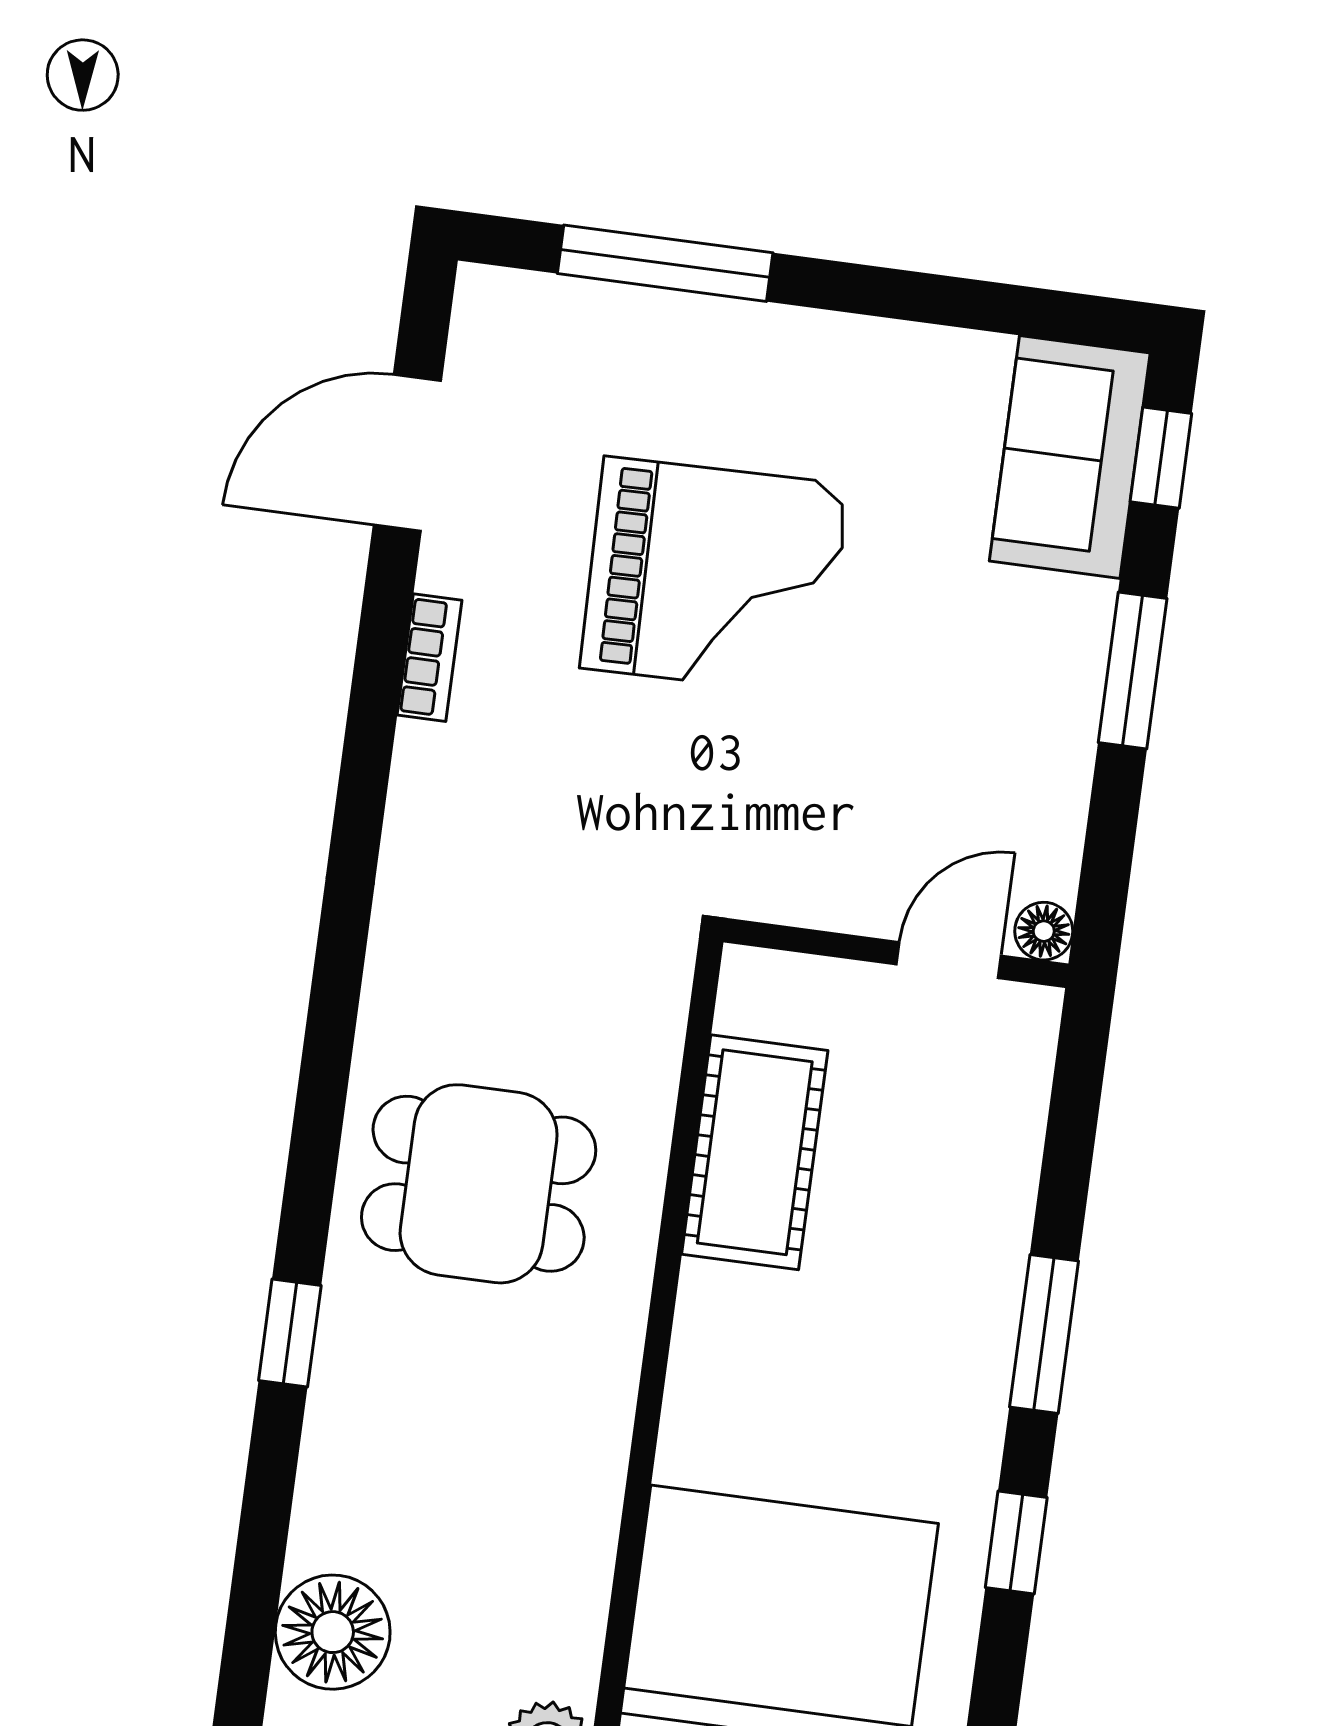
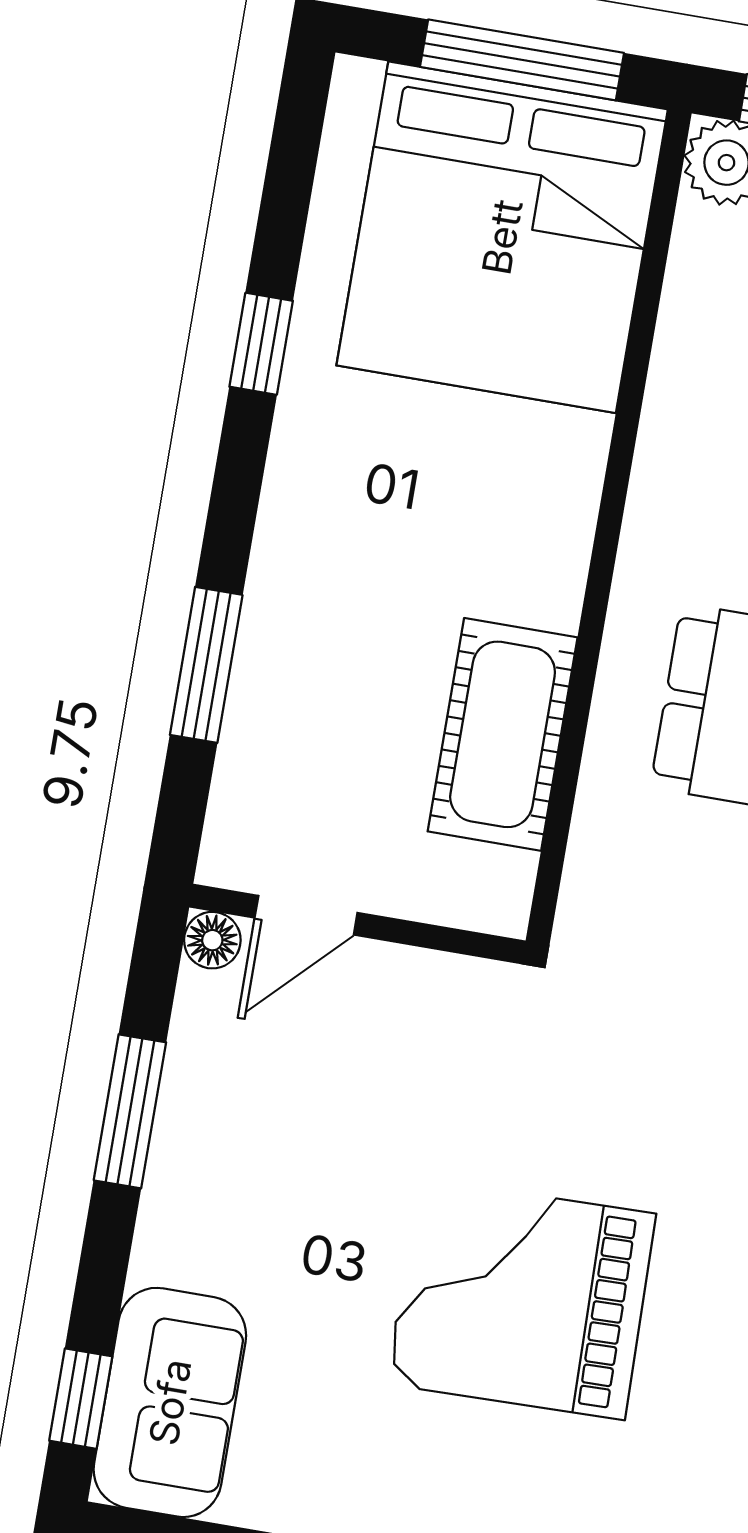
window: (1133, 671) -> (130, 1111), moved
window: (1044, 1334) -> (206, 665), moved

